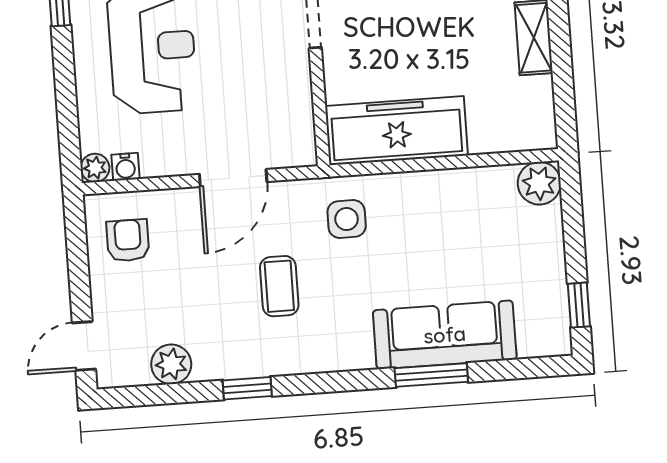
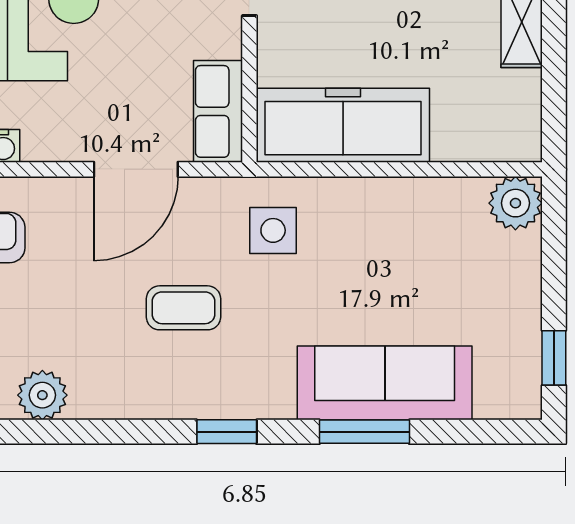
row of seats: (296, 127) -> (218, 111), added
coffee table: (279, 286) -> (184, 308), turned 90
window: (247, 388) -> (227, 432), moved

